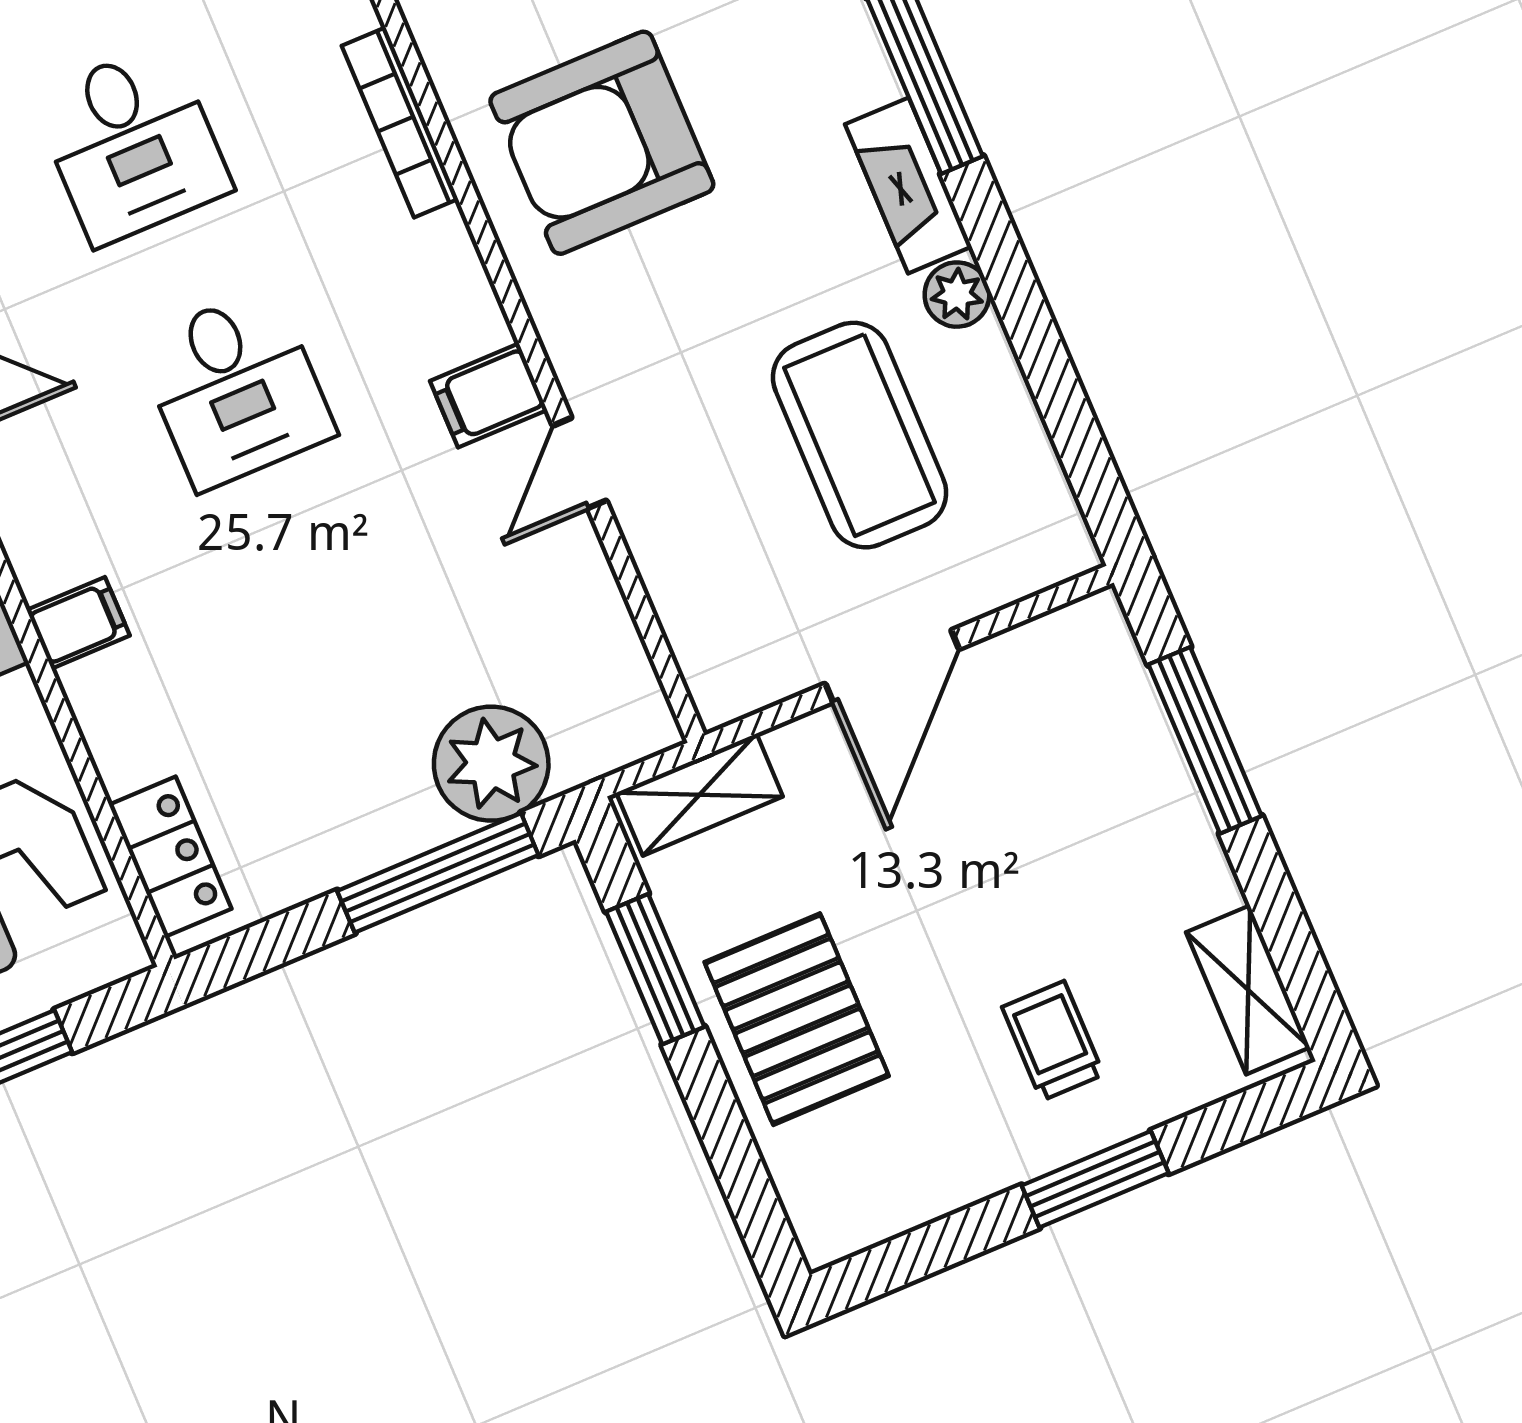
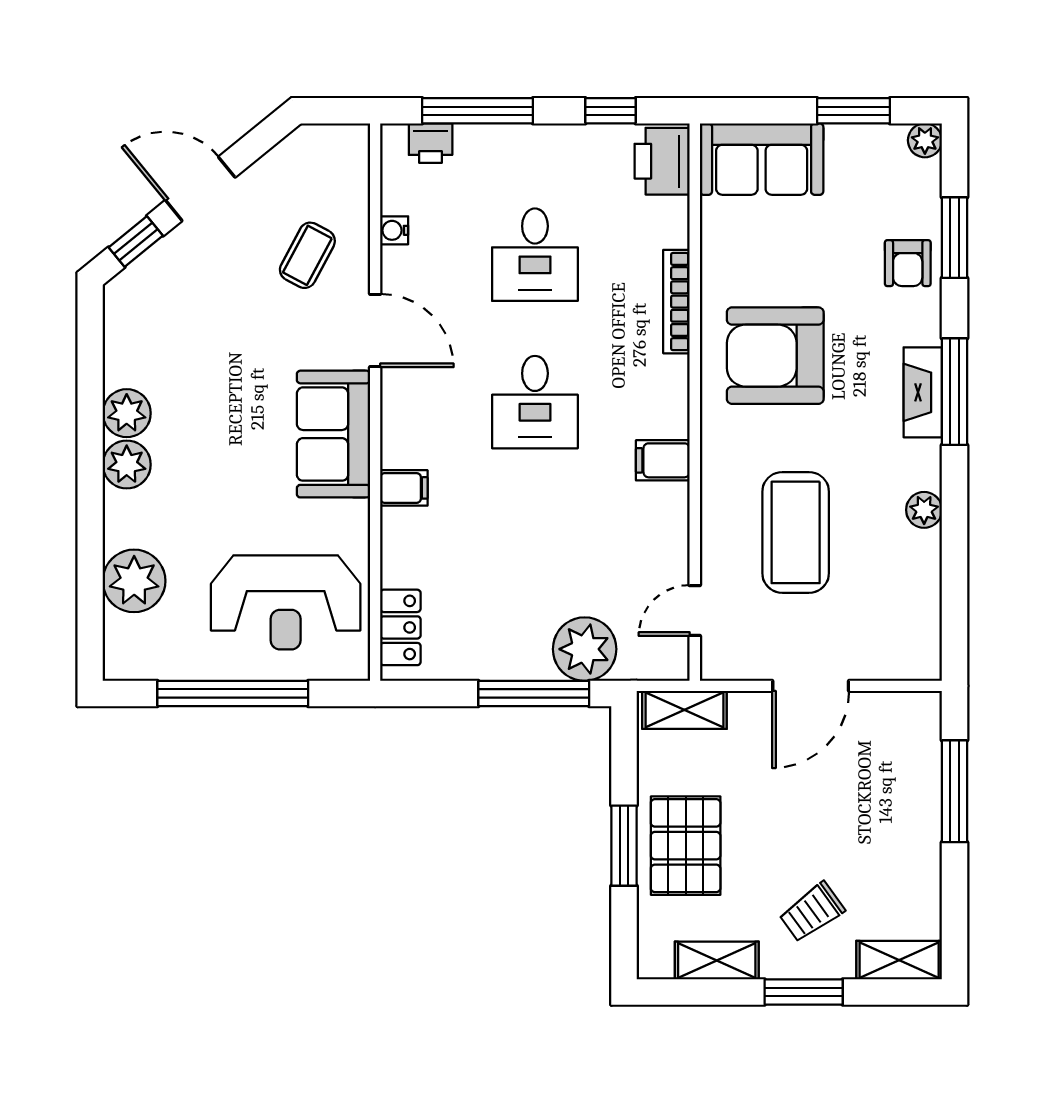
fireplace: (908, 185) -> (923, 392), moved
coffee table: (860, 435) -> (796, 532), moved
door: (580, 463) -> (695, 611), moved
window: (655, 969) -> (624, 846), moved
shelving: (1248, 990) -> (899, 960), moved, turned 90
trolley: (1053, 1041) -> (812, 912), turned -126
shelving: (929, 1188) -> (717, 960), added

